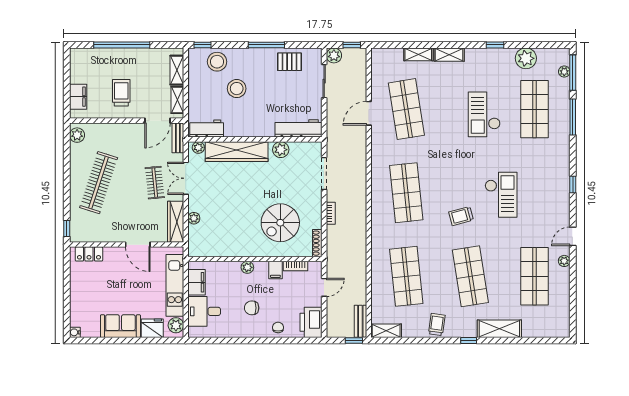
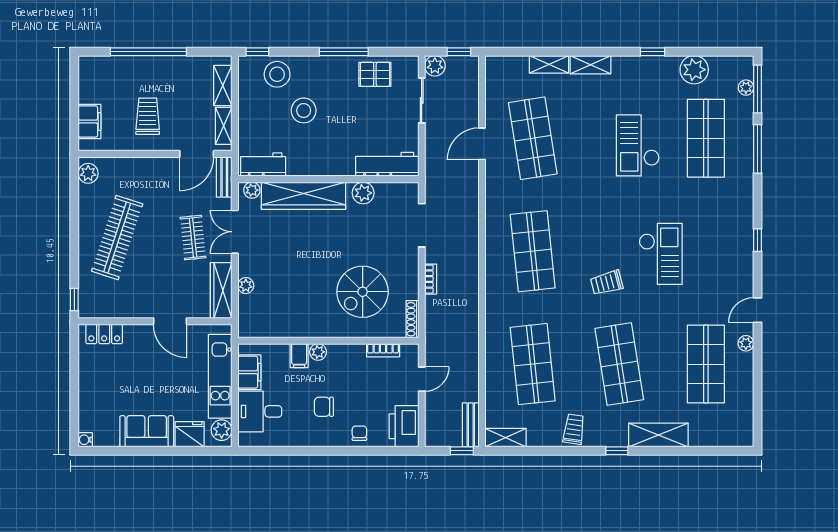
filing cabinet: (275, 270) -> (299, 356), moved

